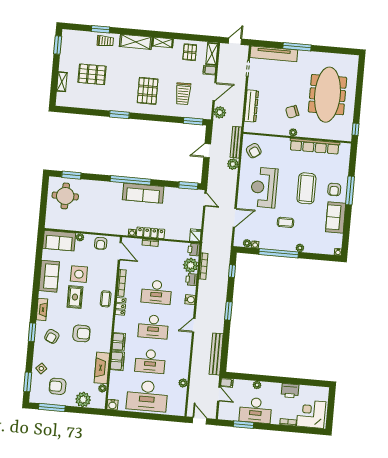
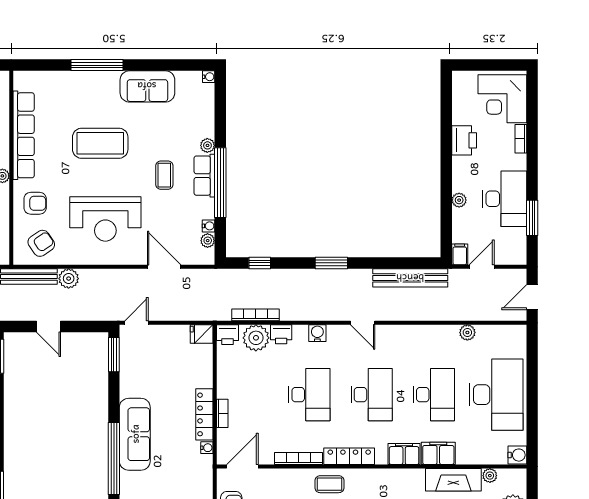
armchair: (334, 189) -> (35, 203), moved
row of seats: (283, 245) -> (204, 176), added
locker: (121, 306) -> (349, 456), width x1.53

